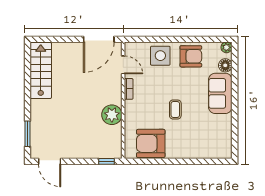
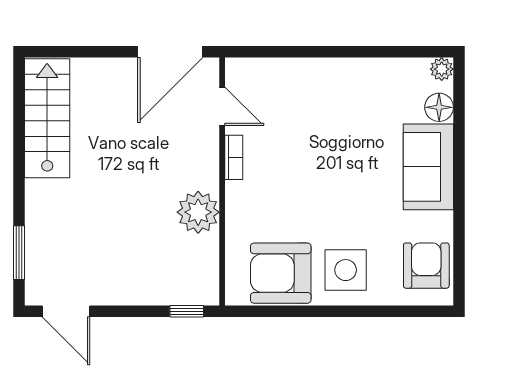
side table: (160, 56) -> (346, 270), moved
armchair: (191, 56) -> (426, 266), moved, turned -90
coffee table: (175, 109) -> (333, 201), removed

